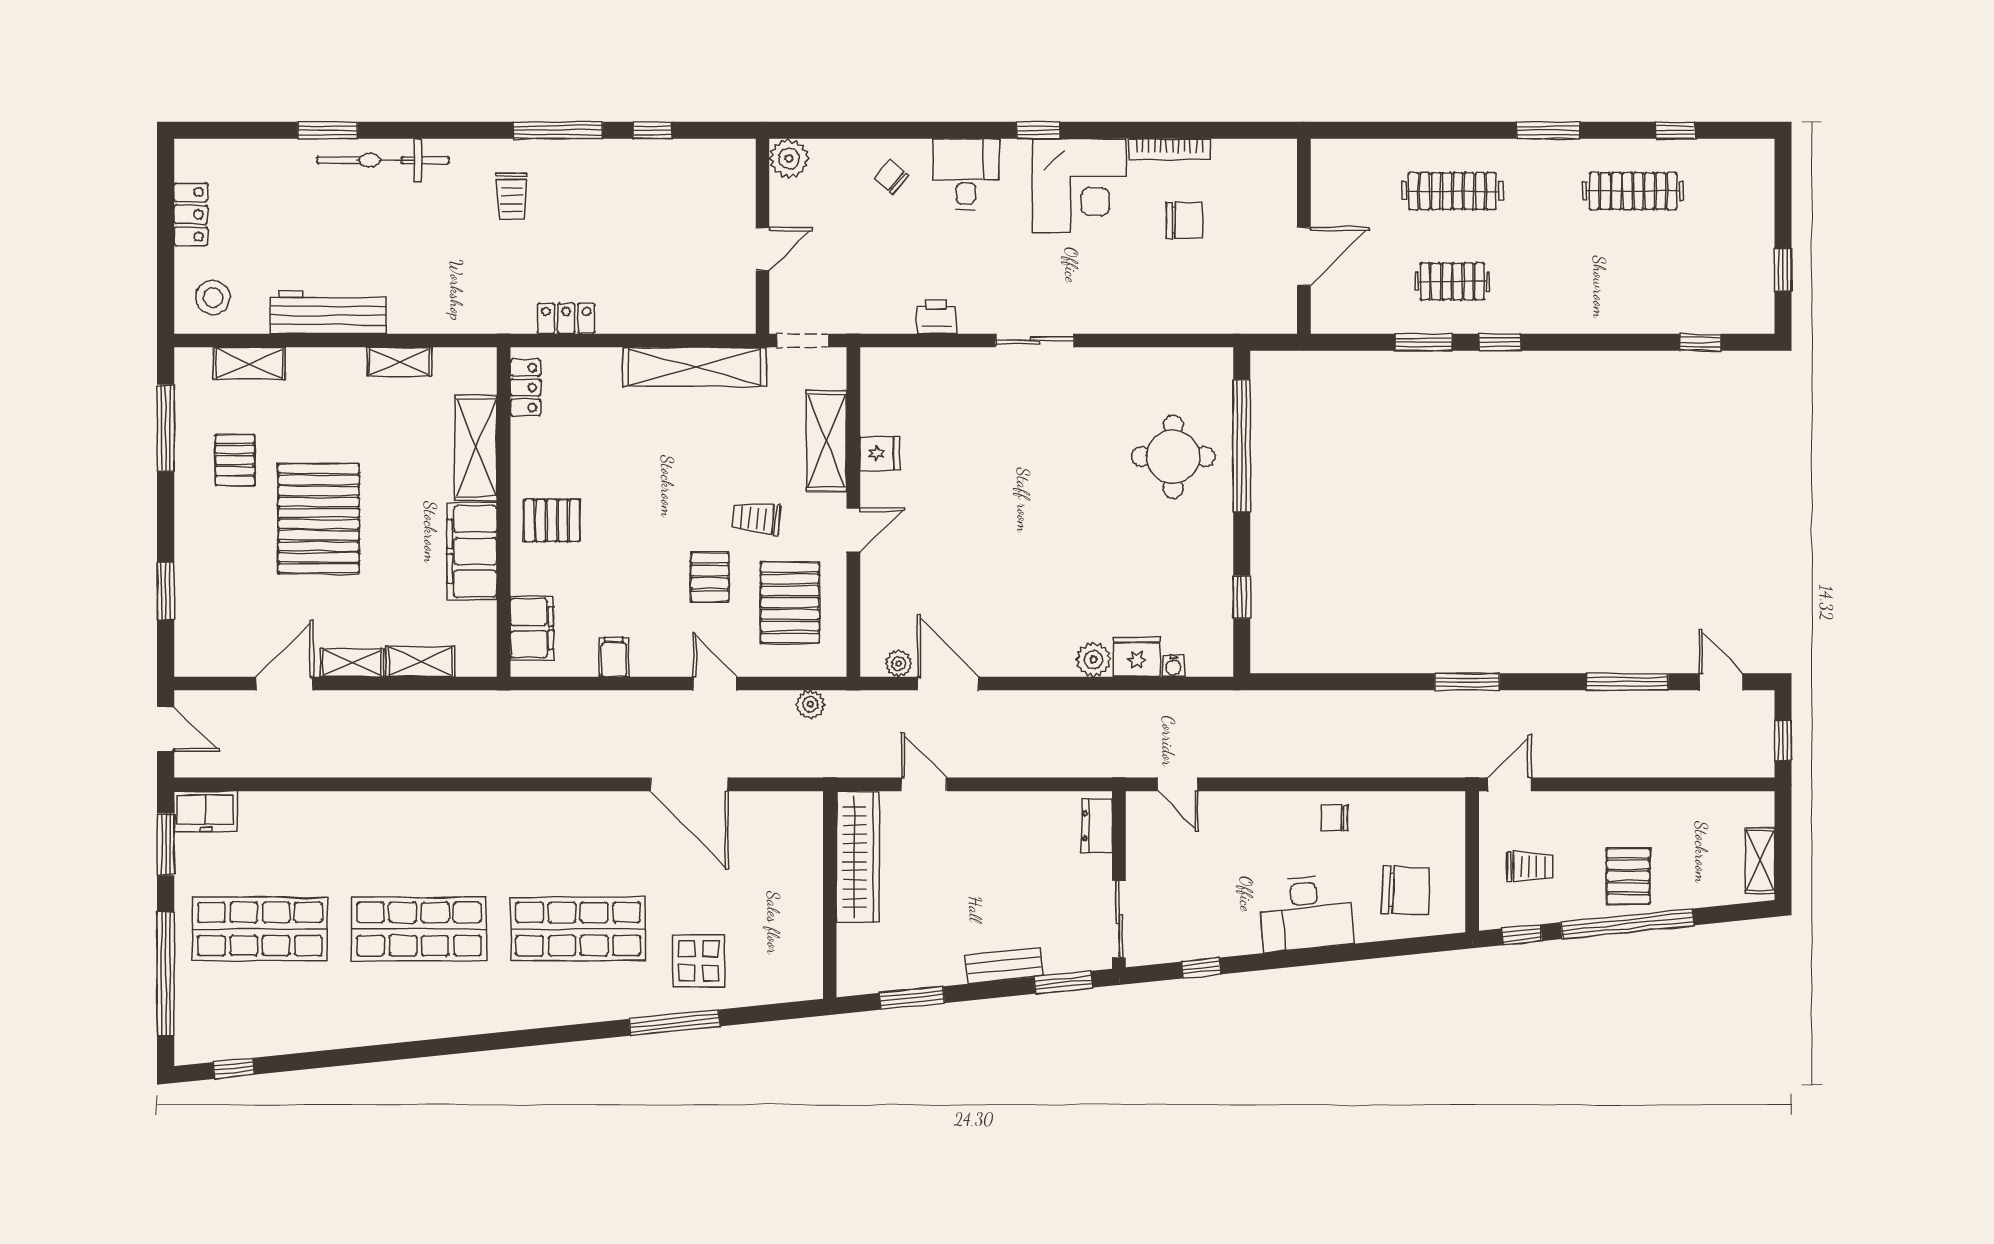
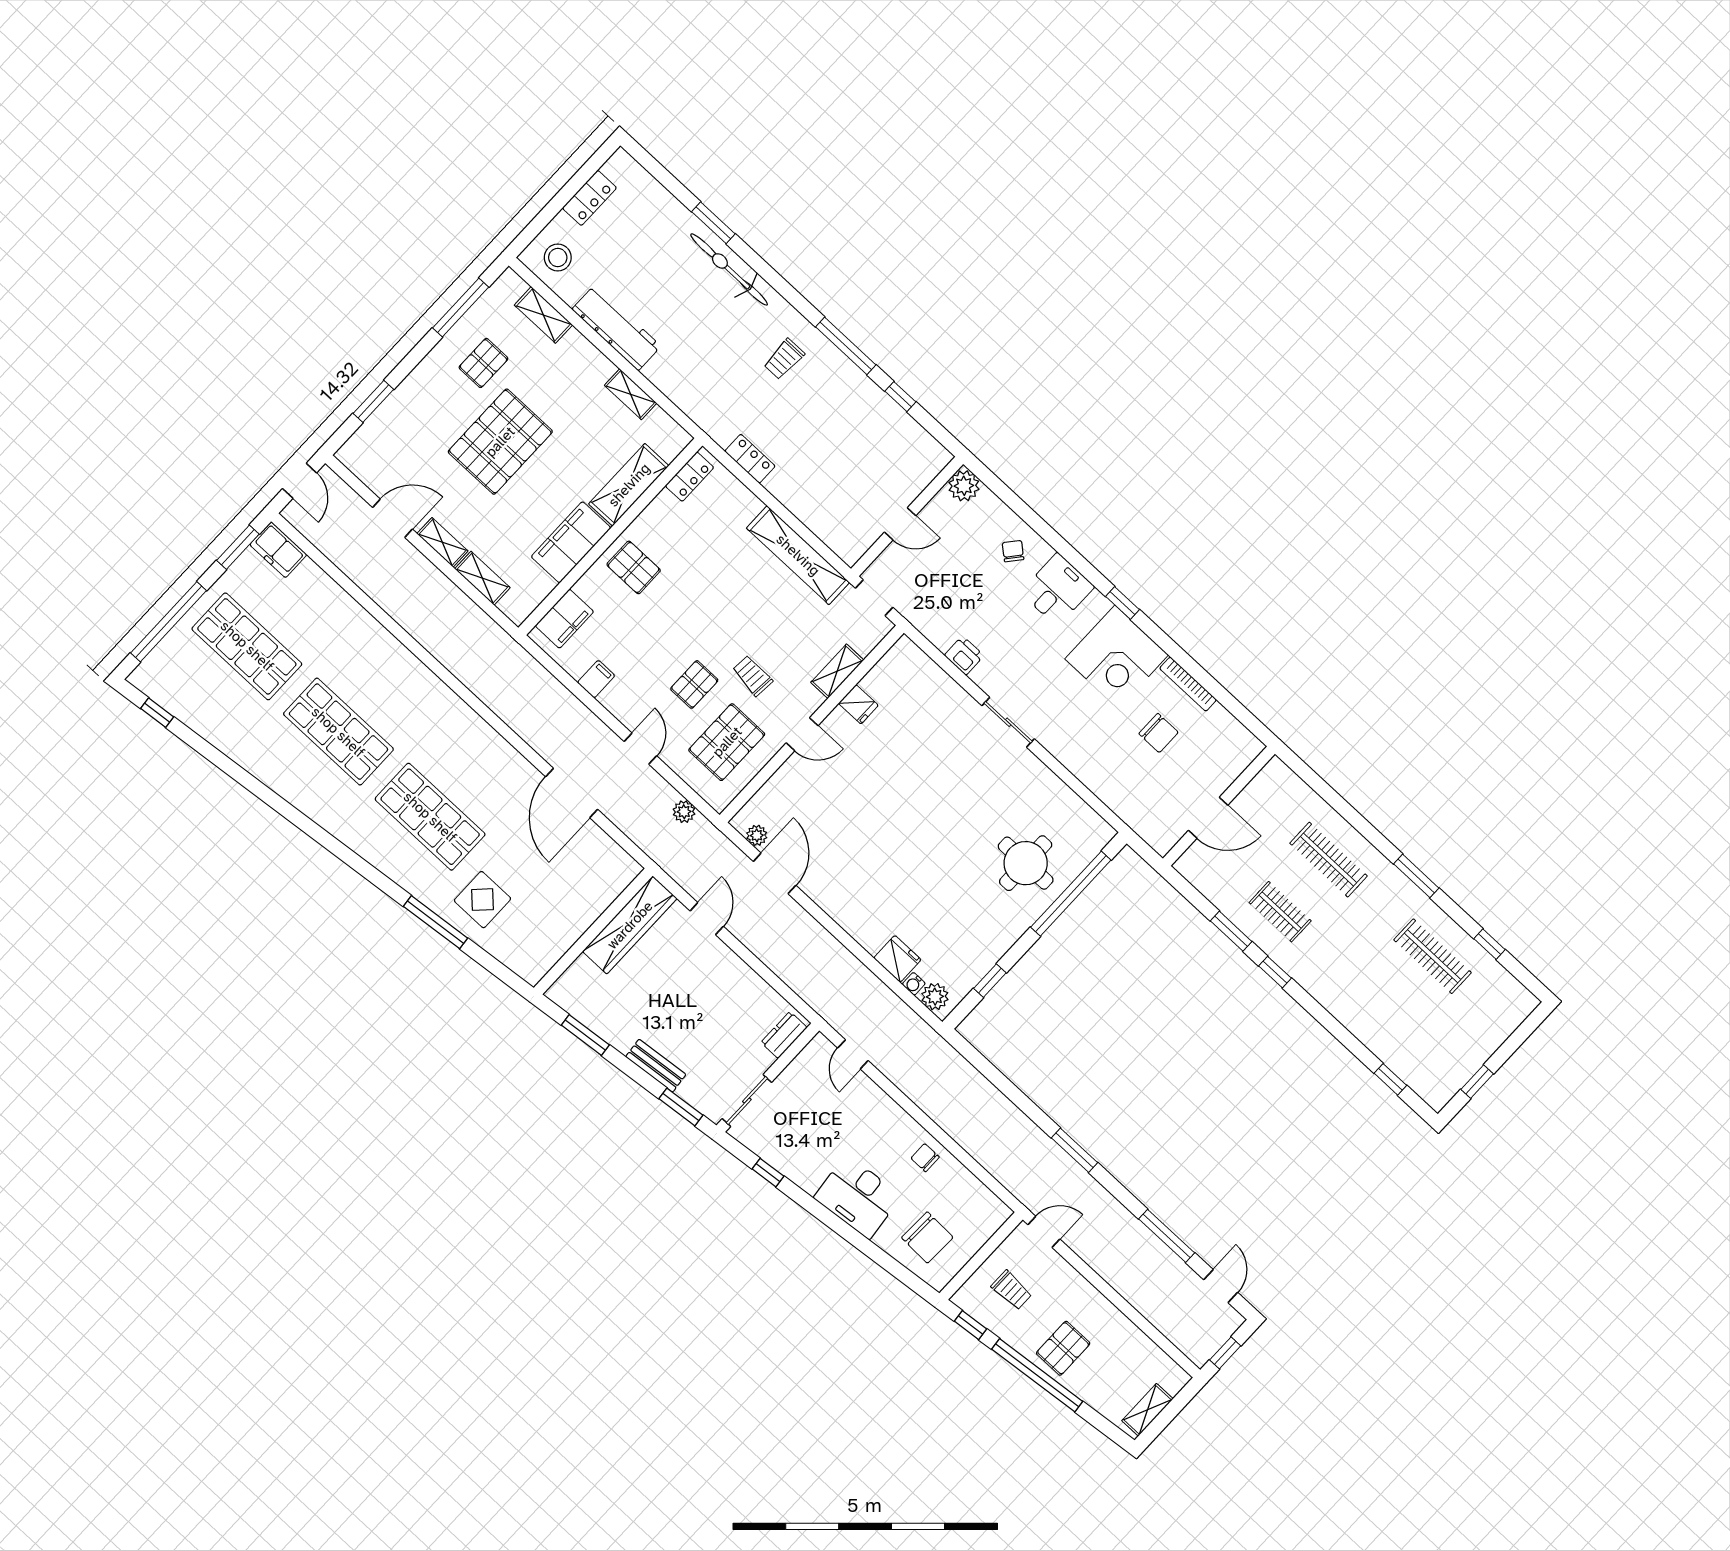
shelving: (826, 441) -> (837, 671), width x0.67, depth x0.75
plant: (1093, 660) -> (935, 997), moved

